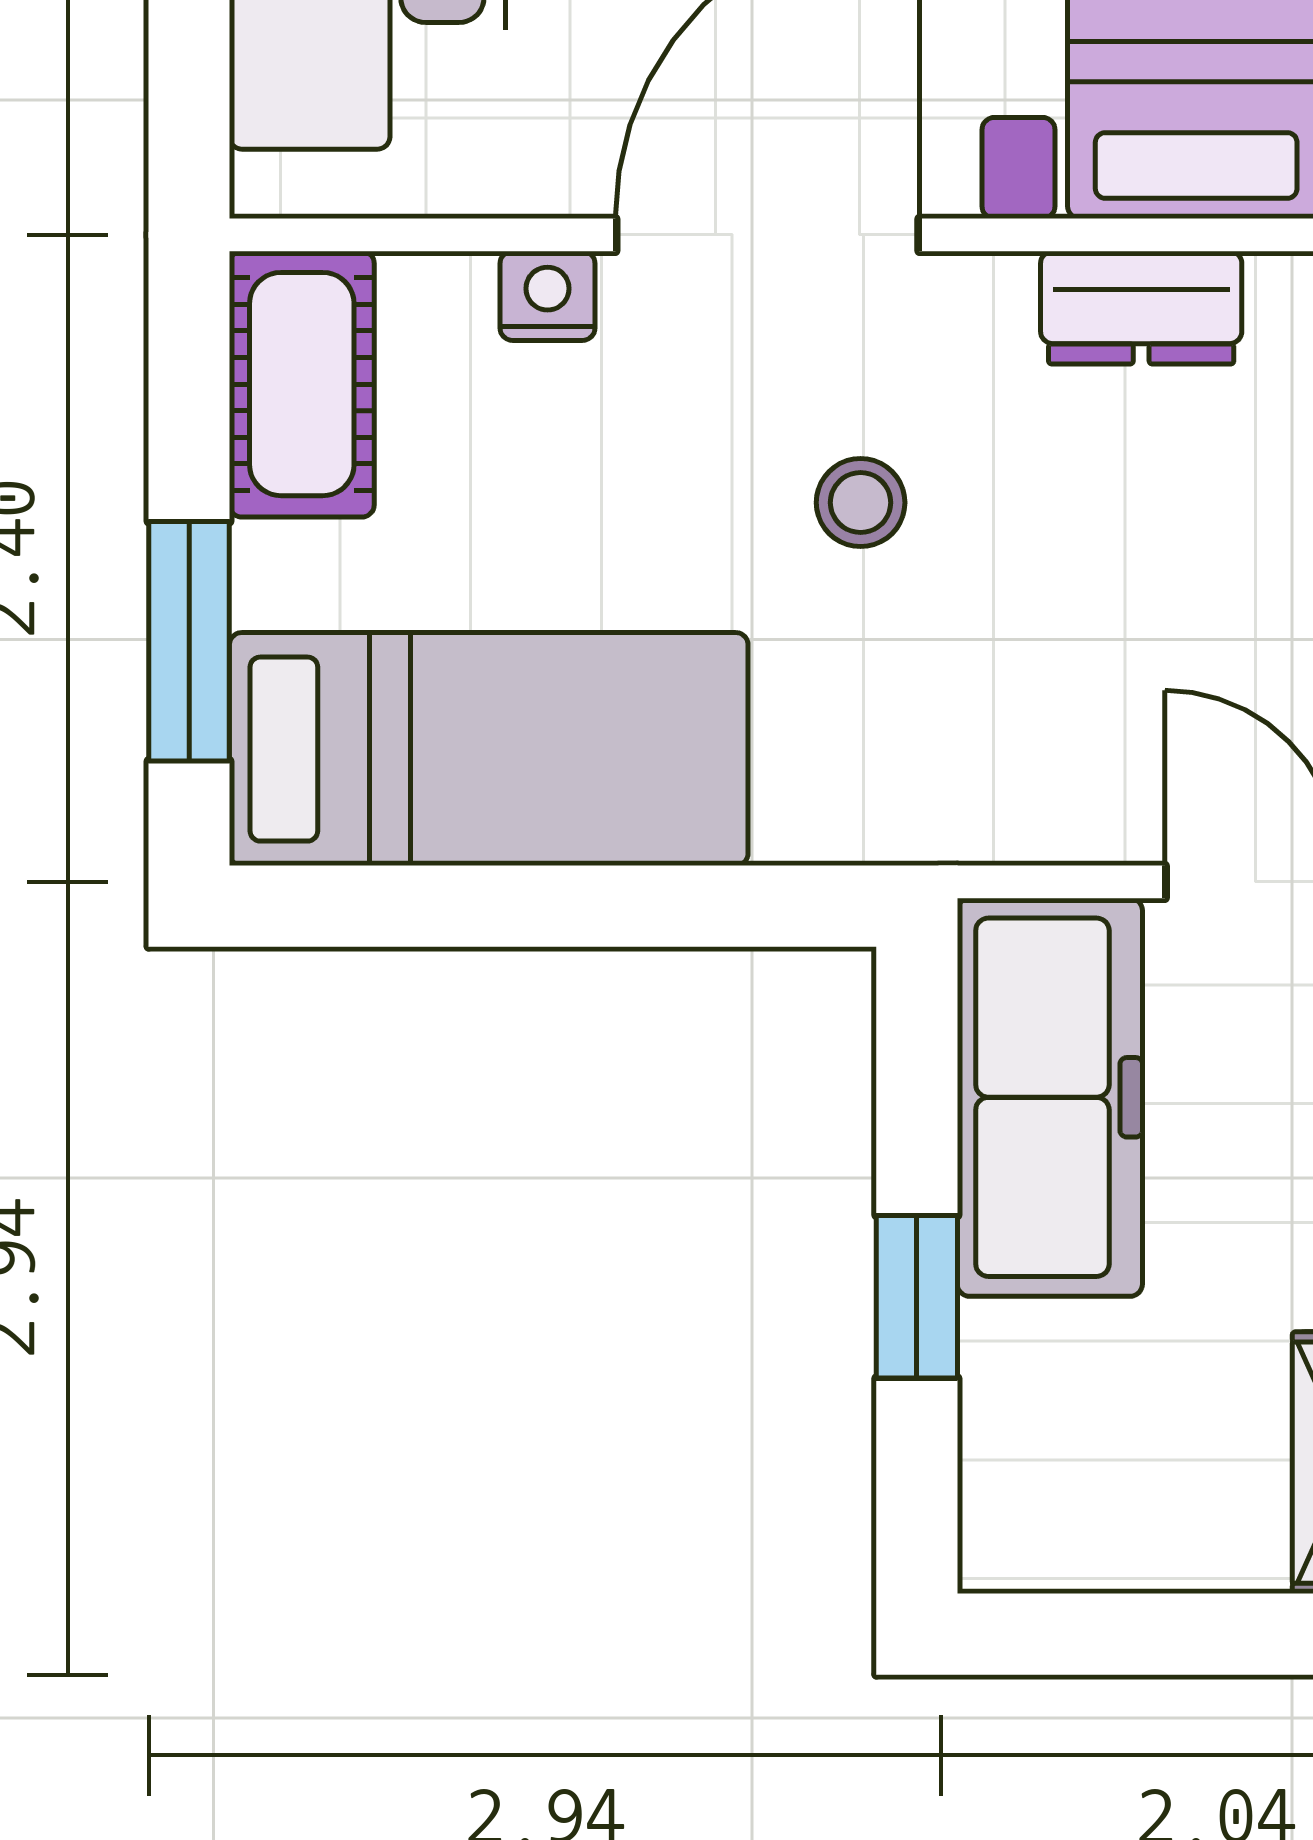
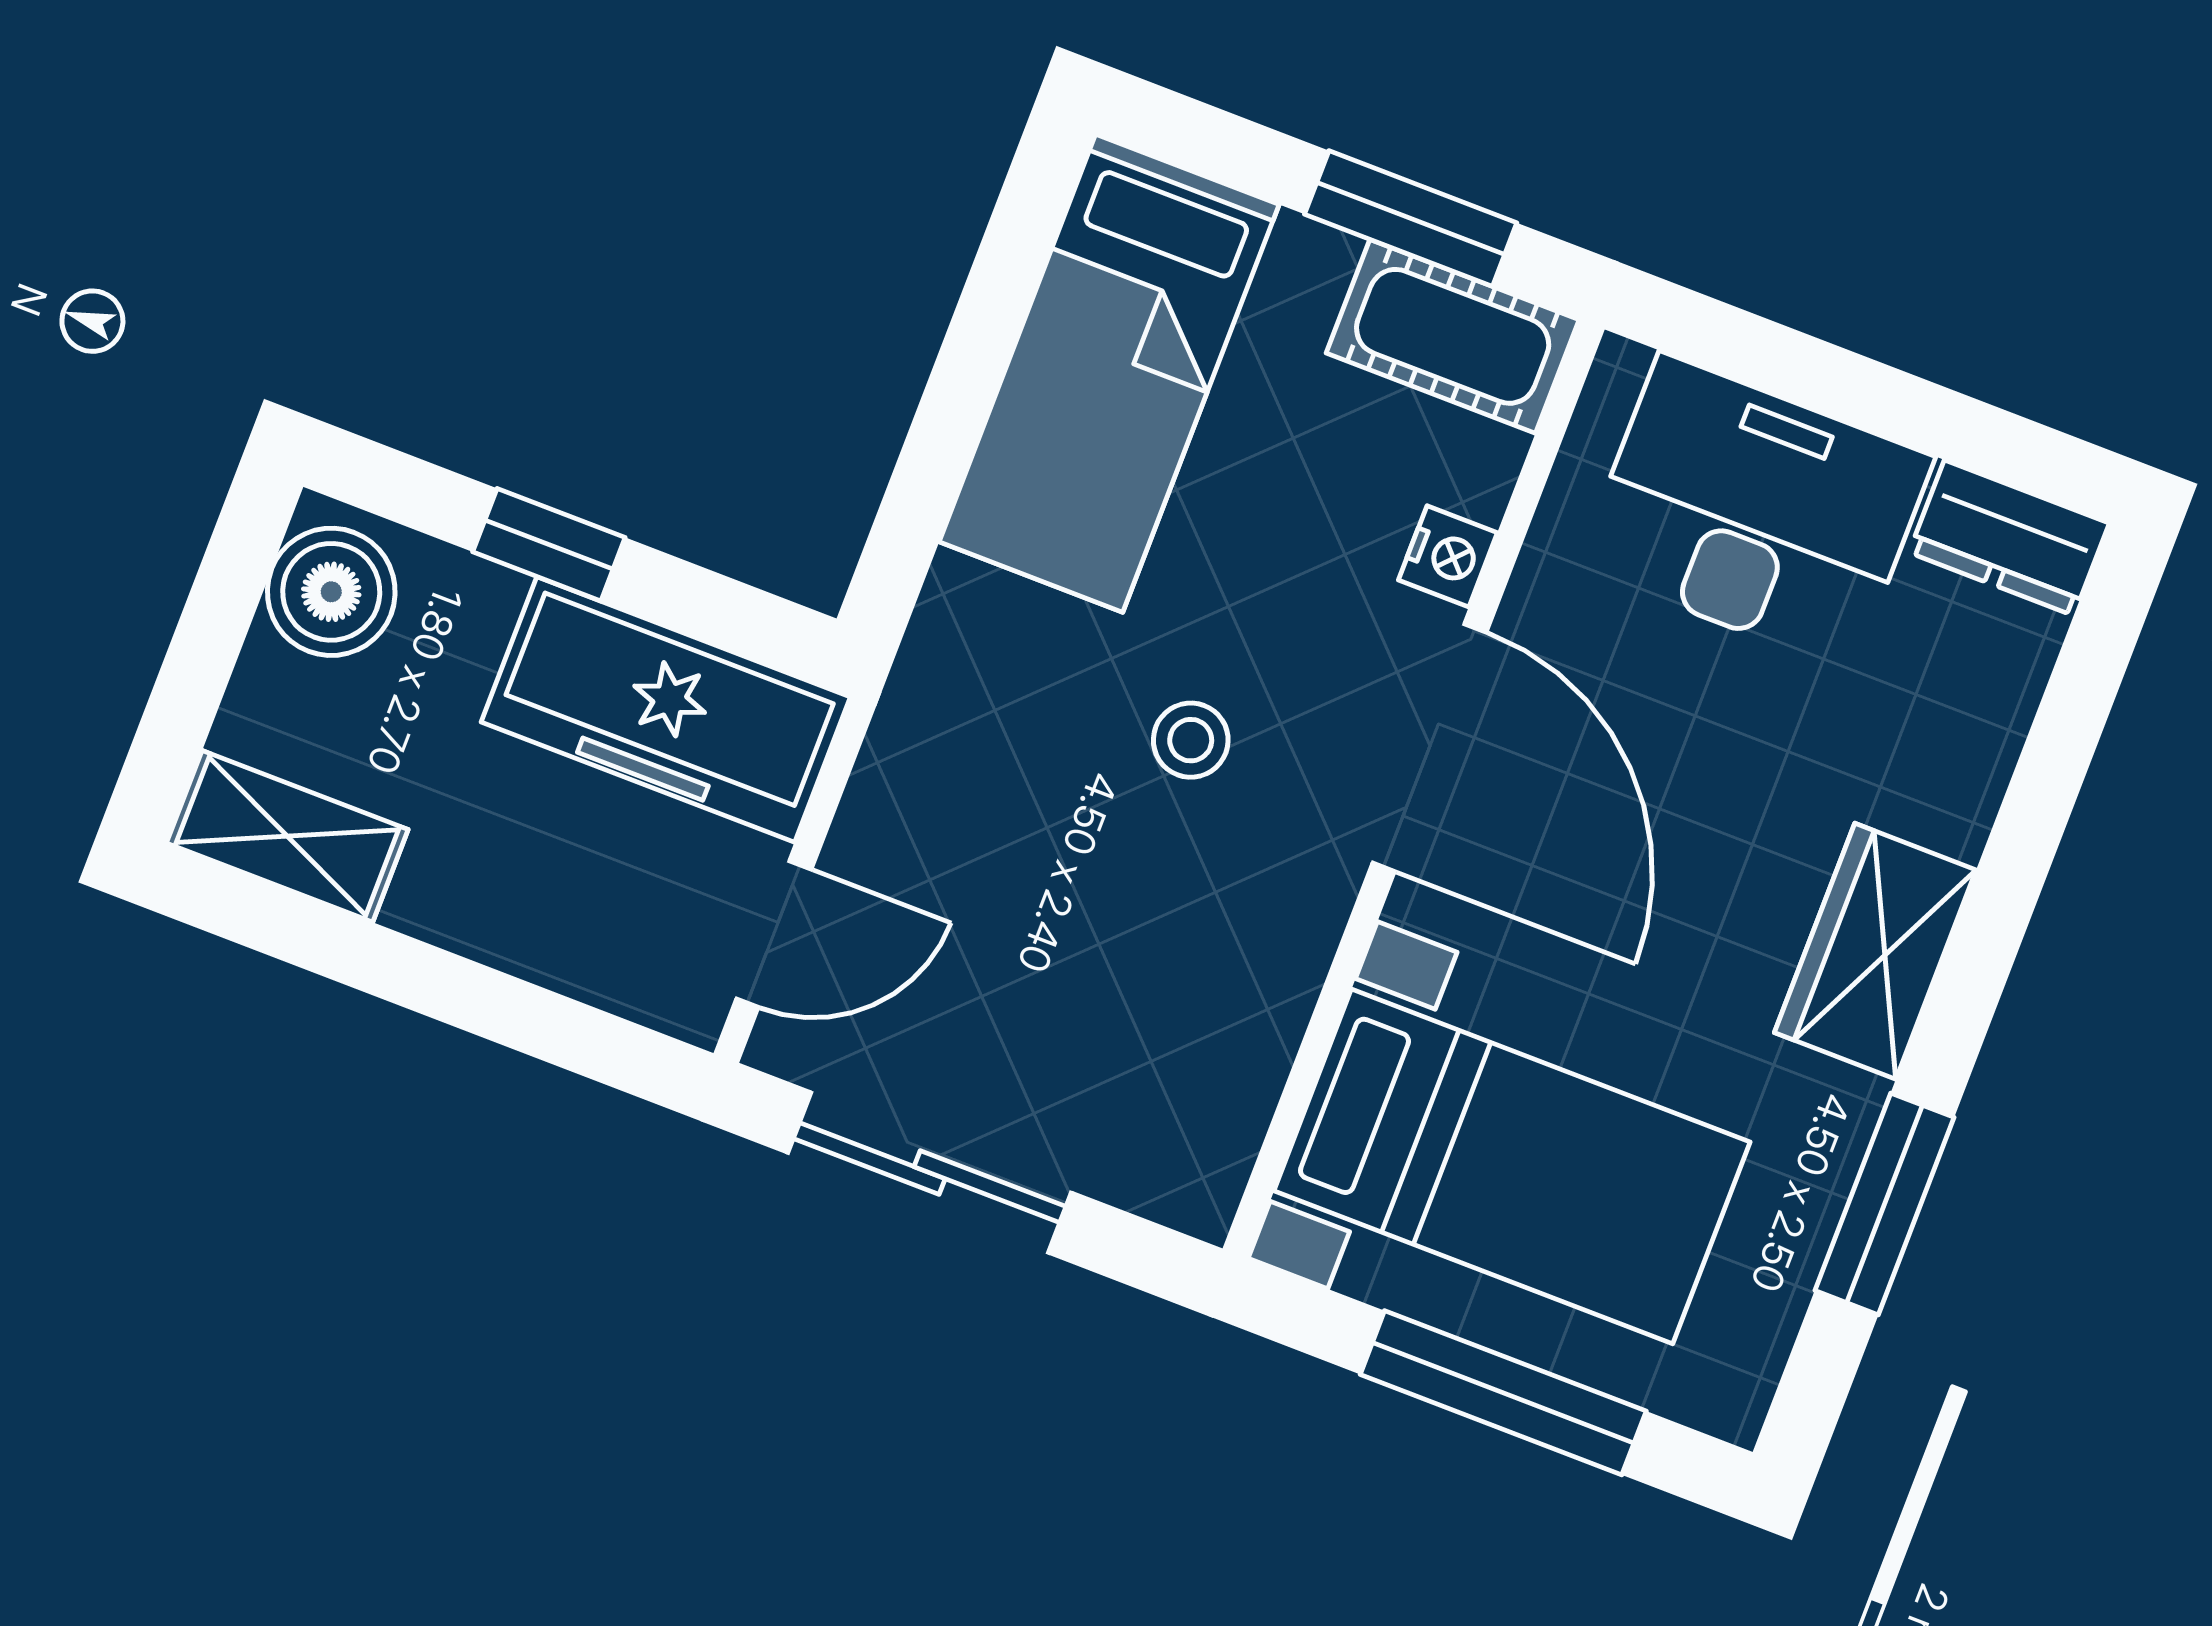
dresser: (1141, 308) -> (1259, 1020), removed
window: (189, 641) -> (1411, 218), moved
boiler: (1062, 1518) -> (331, 592), added

